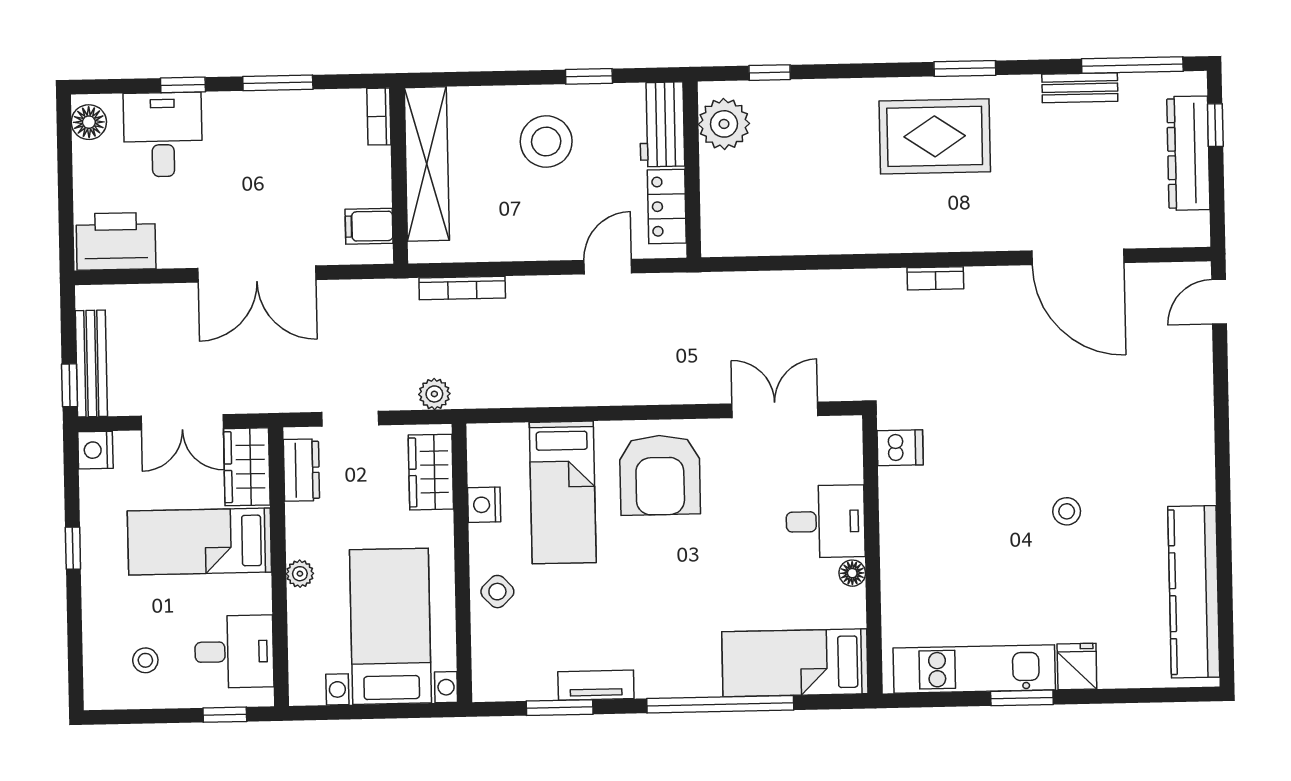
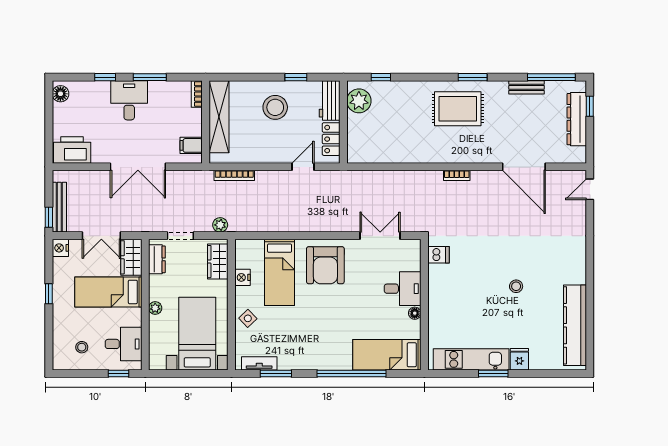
desk: (163, 135) -> (129, 100), moved
tv unit: (596, 685) -> (259, 363), moved

